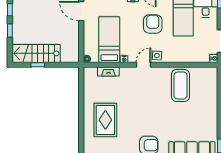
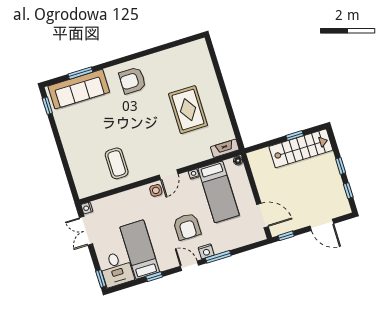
armchair: (153, 24) -> (187, 227), moved
fireplace: (108, 71) -> (225, 148), moved
coffee table: (180, 86) -> (117, 163), width x0.73, depth x0.76
rug: (105, 120) -> (188, 110), moved

